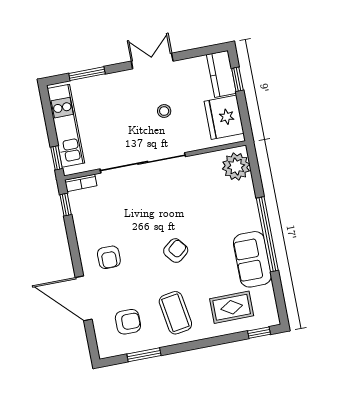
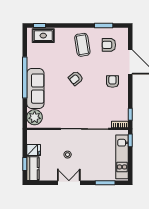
double door: (152, 61) -> (69, 183), swing flipped
fridge: (224, 117) -> (34, 150), width x0.53, depth x0.75
sofa: (252, 259) -> (35, 89), moved, width x1.36
rug: (232, 307) -> (43, 36), moved

